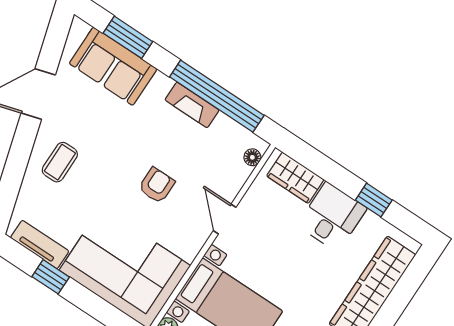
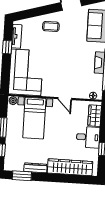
armchair: (157, 185) -> (63, 67), removed
door: (225, 219) -> (65, 99), swing flipped

